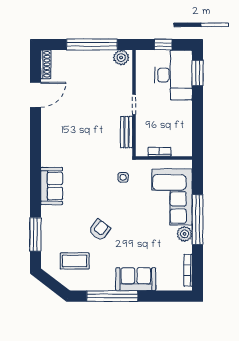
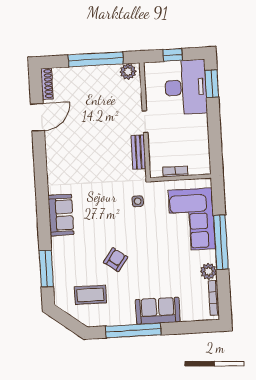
plant: (185, 234) -> (208, 271), moved

